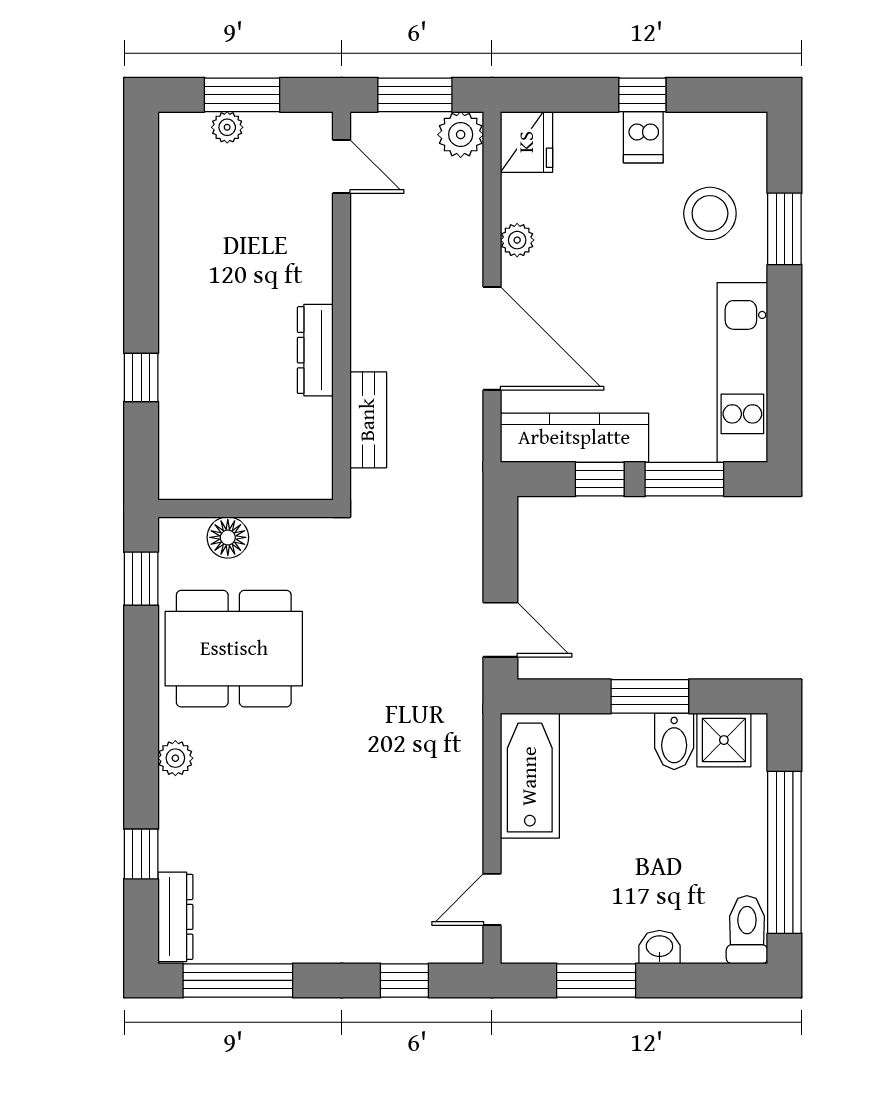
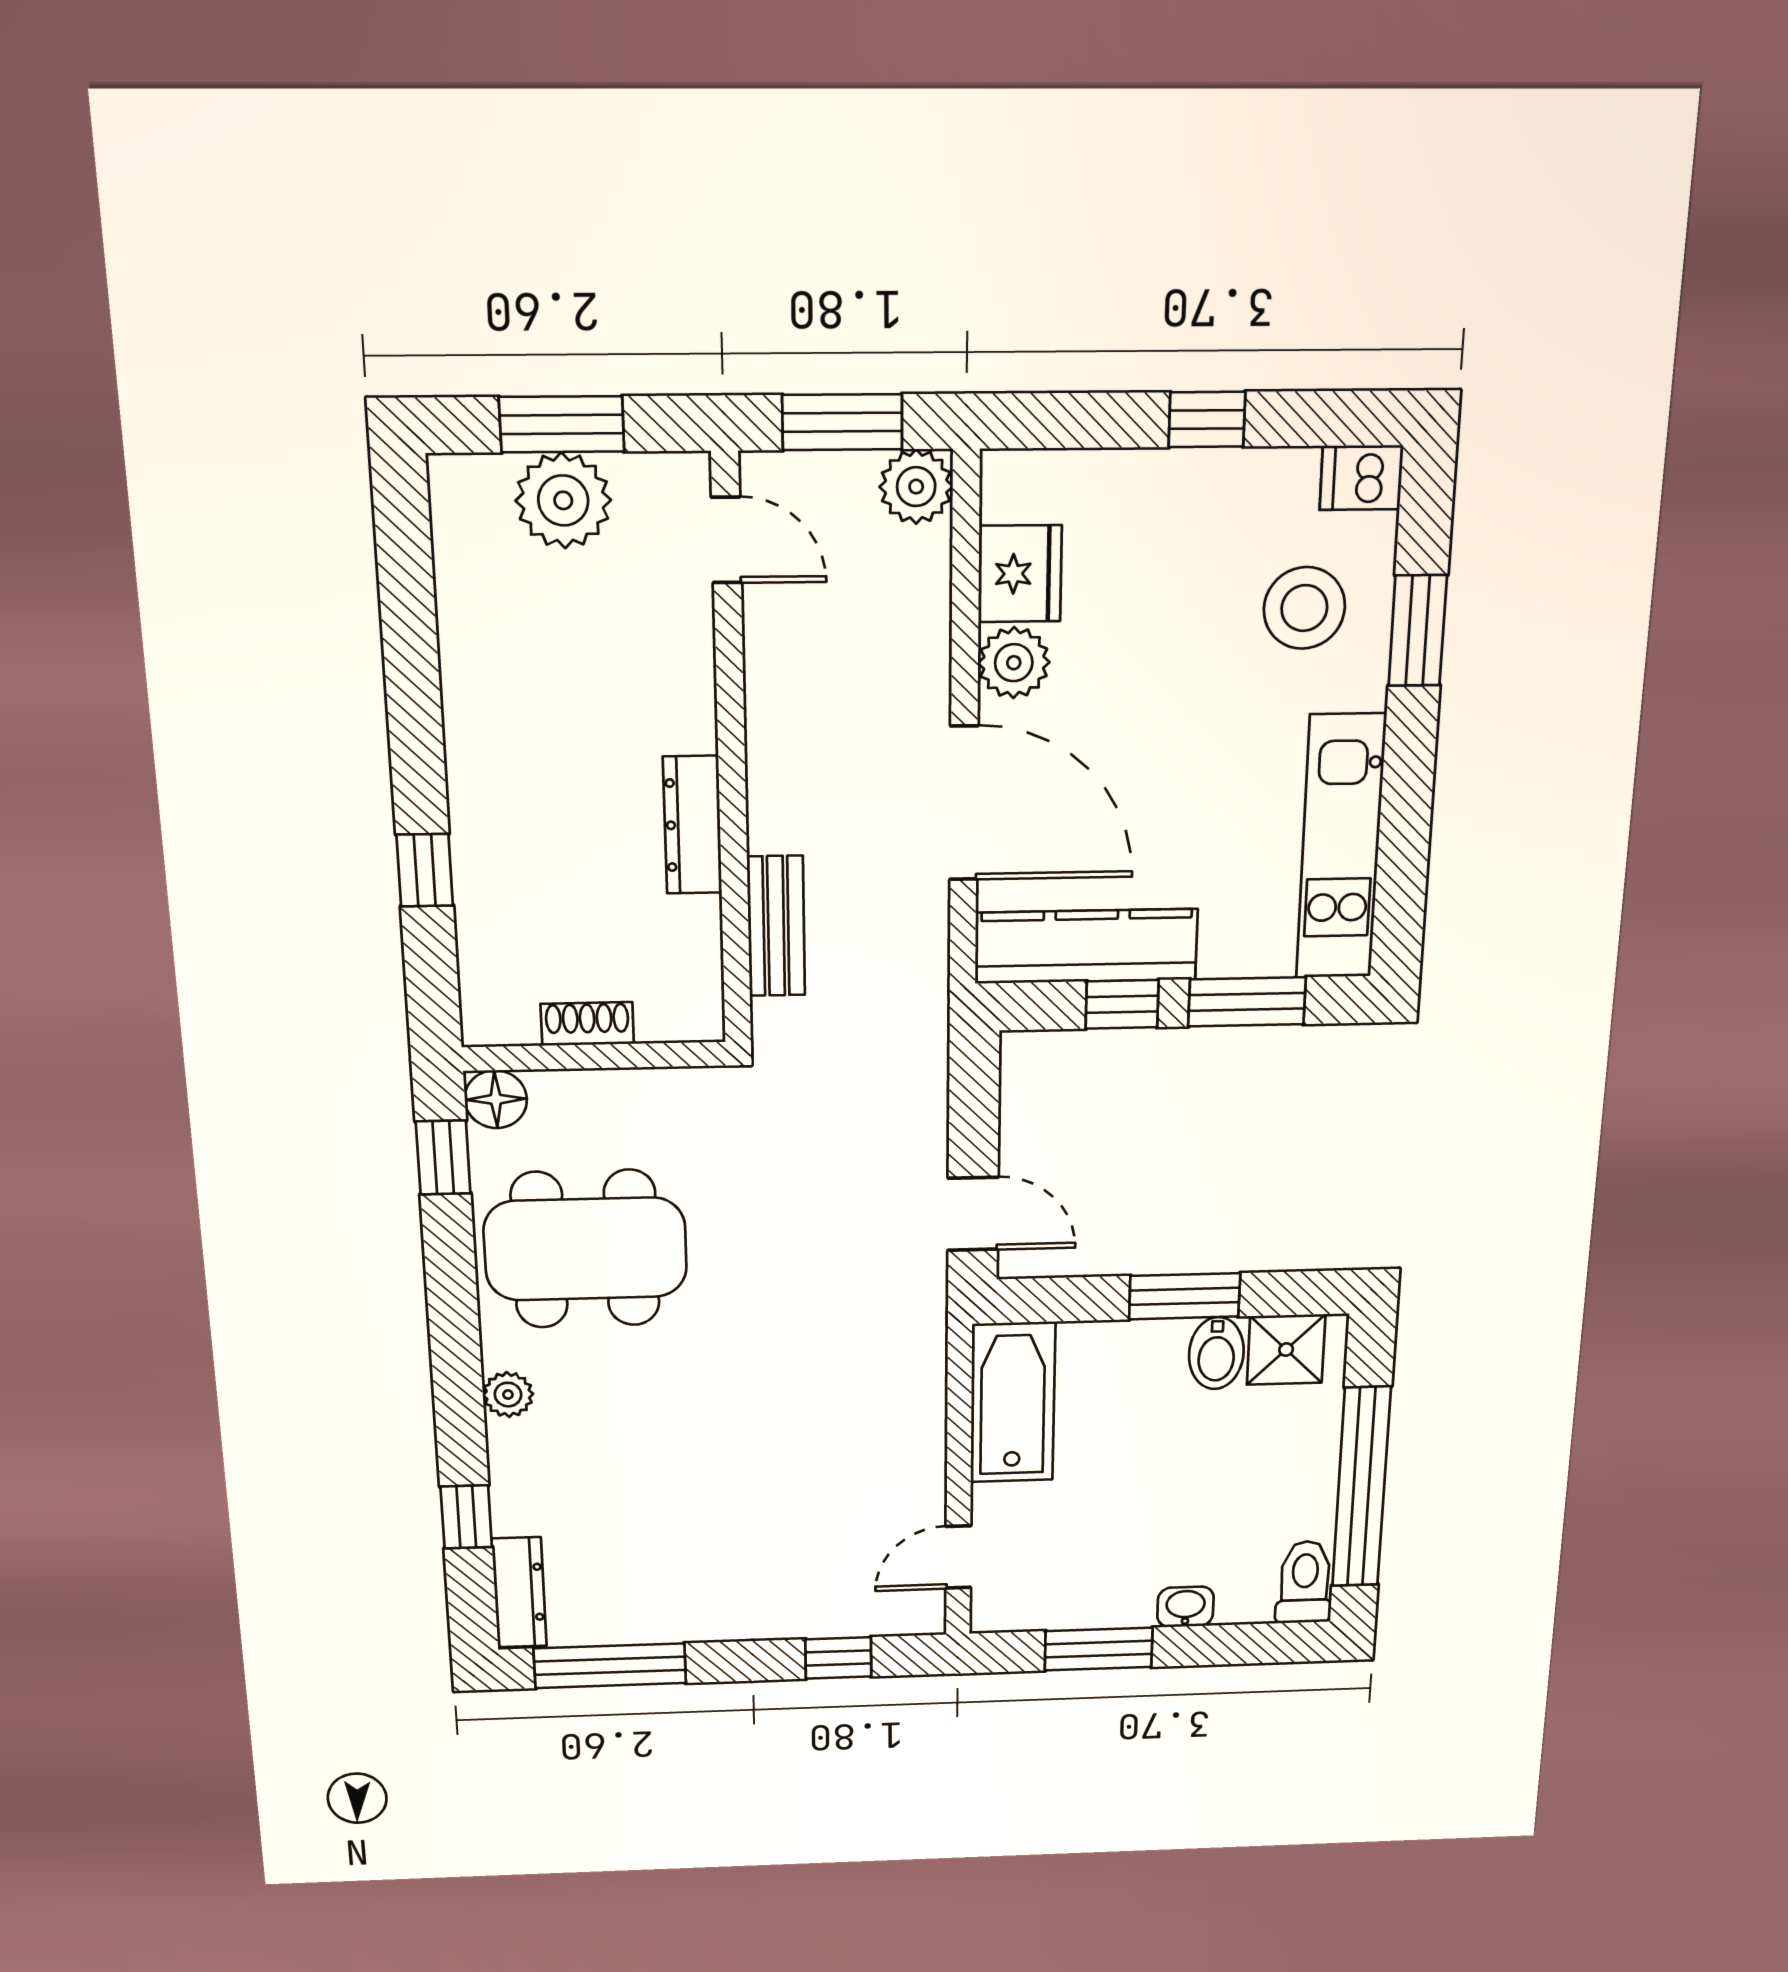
plant: (227, 127) -> (563, 500), width x1.87, depth x1.87
dishwasher: (643, 137) -> (1361, 478), moved, turned 90
fridge: (527, 142) -> (1020, 574), moved
plant: (517, 240) -> (1014, 663), width x1.38, depth x1.38
shoe rack: (242, 485) -> (587, 1024), added
floor lamp: (228, 537) -> (496, 1099), moved

